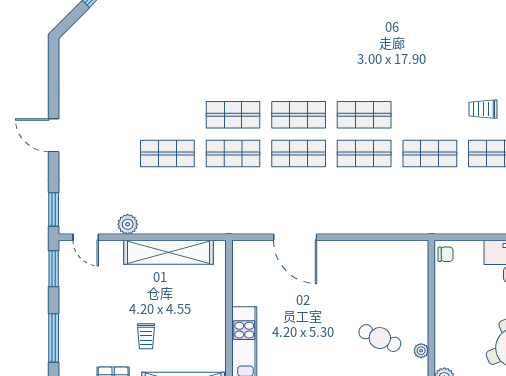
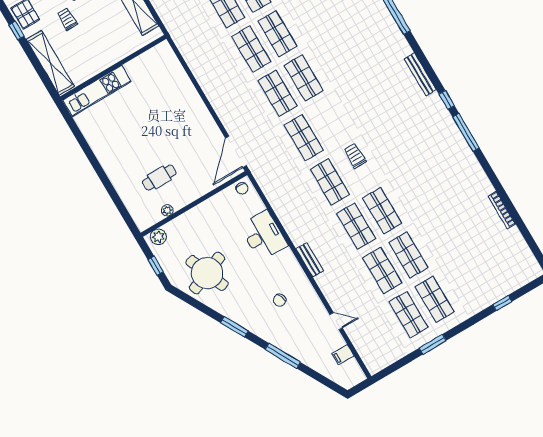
door: (295, 237) -> (236, 152), moved
trolley: (146, 336) -> (67, 19), turned 90
cafe table: (380, 338) -> (159, 177), turned 66

